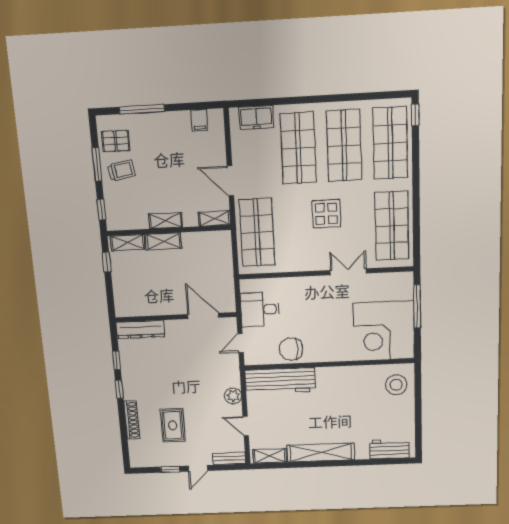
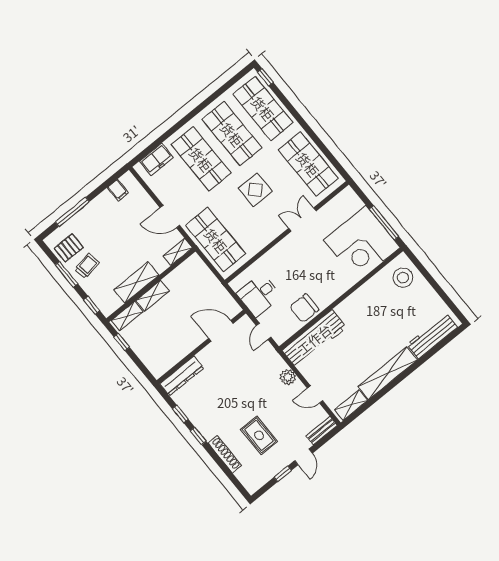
shelving: (166, 221) -> (136, 282), width x1.50, depth x1.33
window: (417, 306) -> (384, 223), moved
workbench: (389, 449) -> (432, 336), width x1.38

